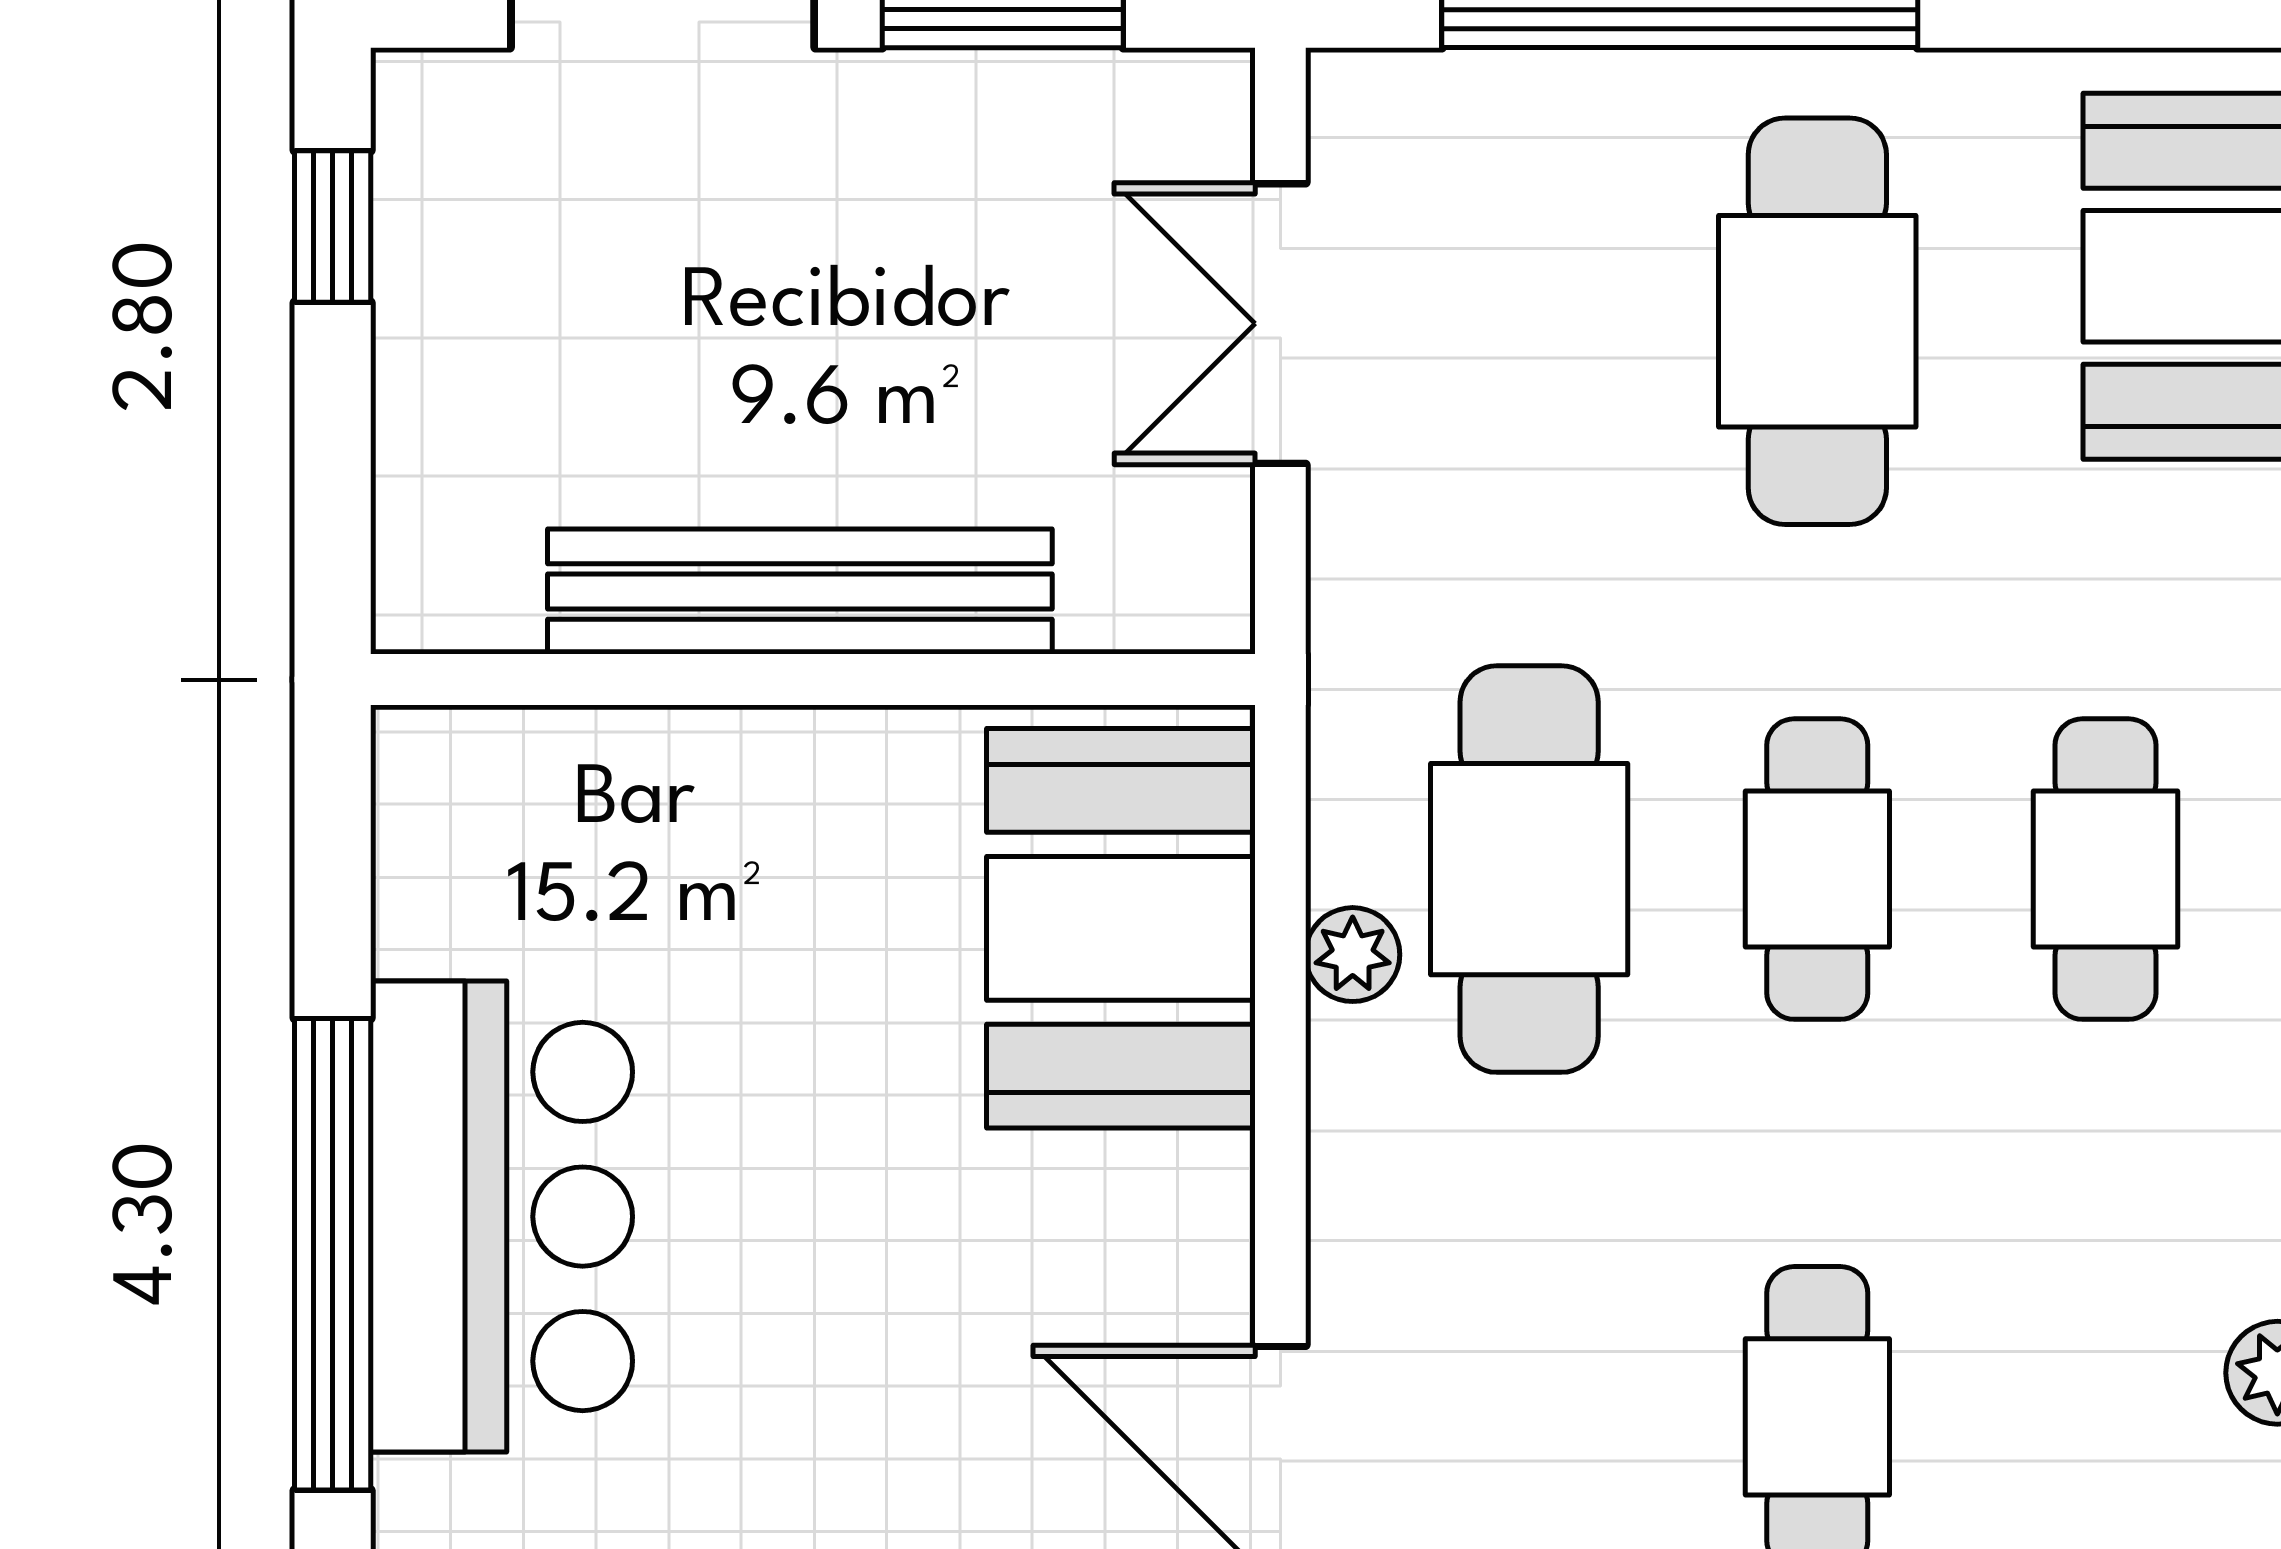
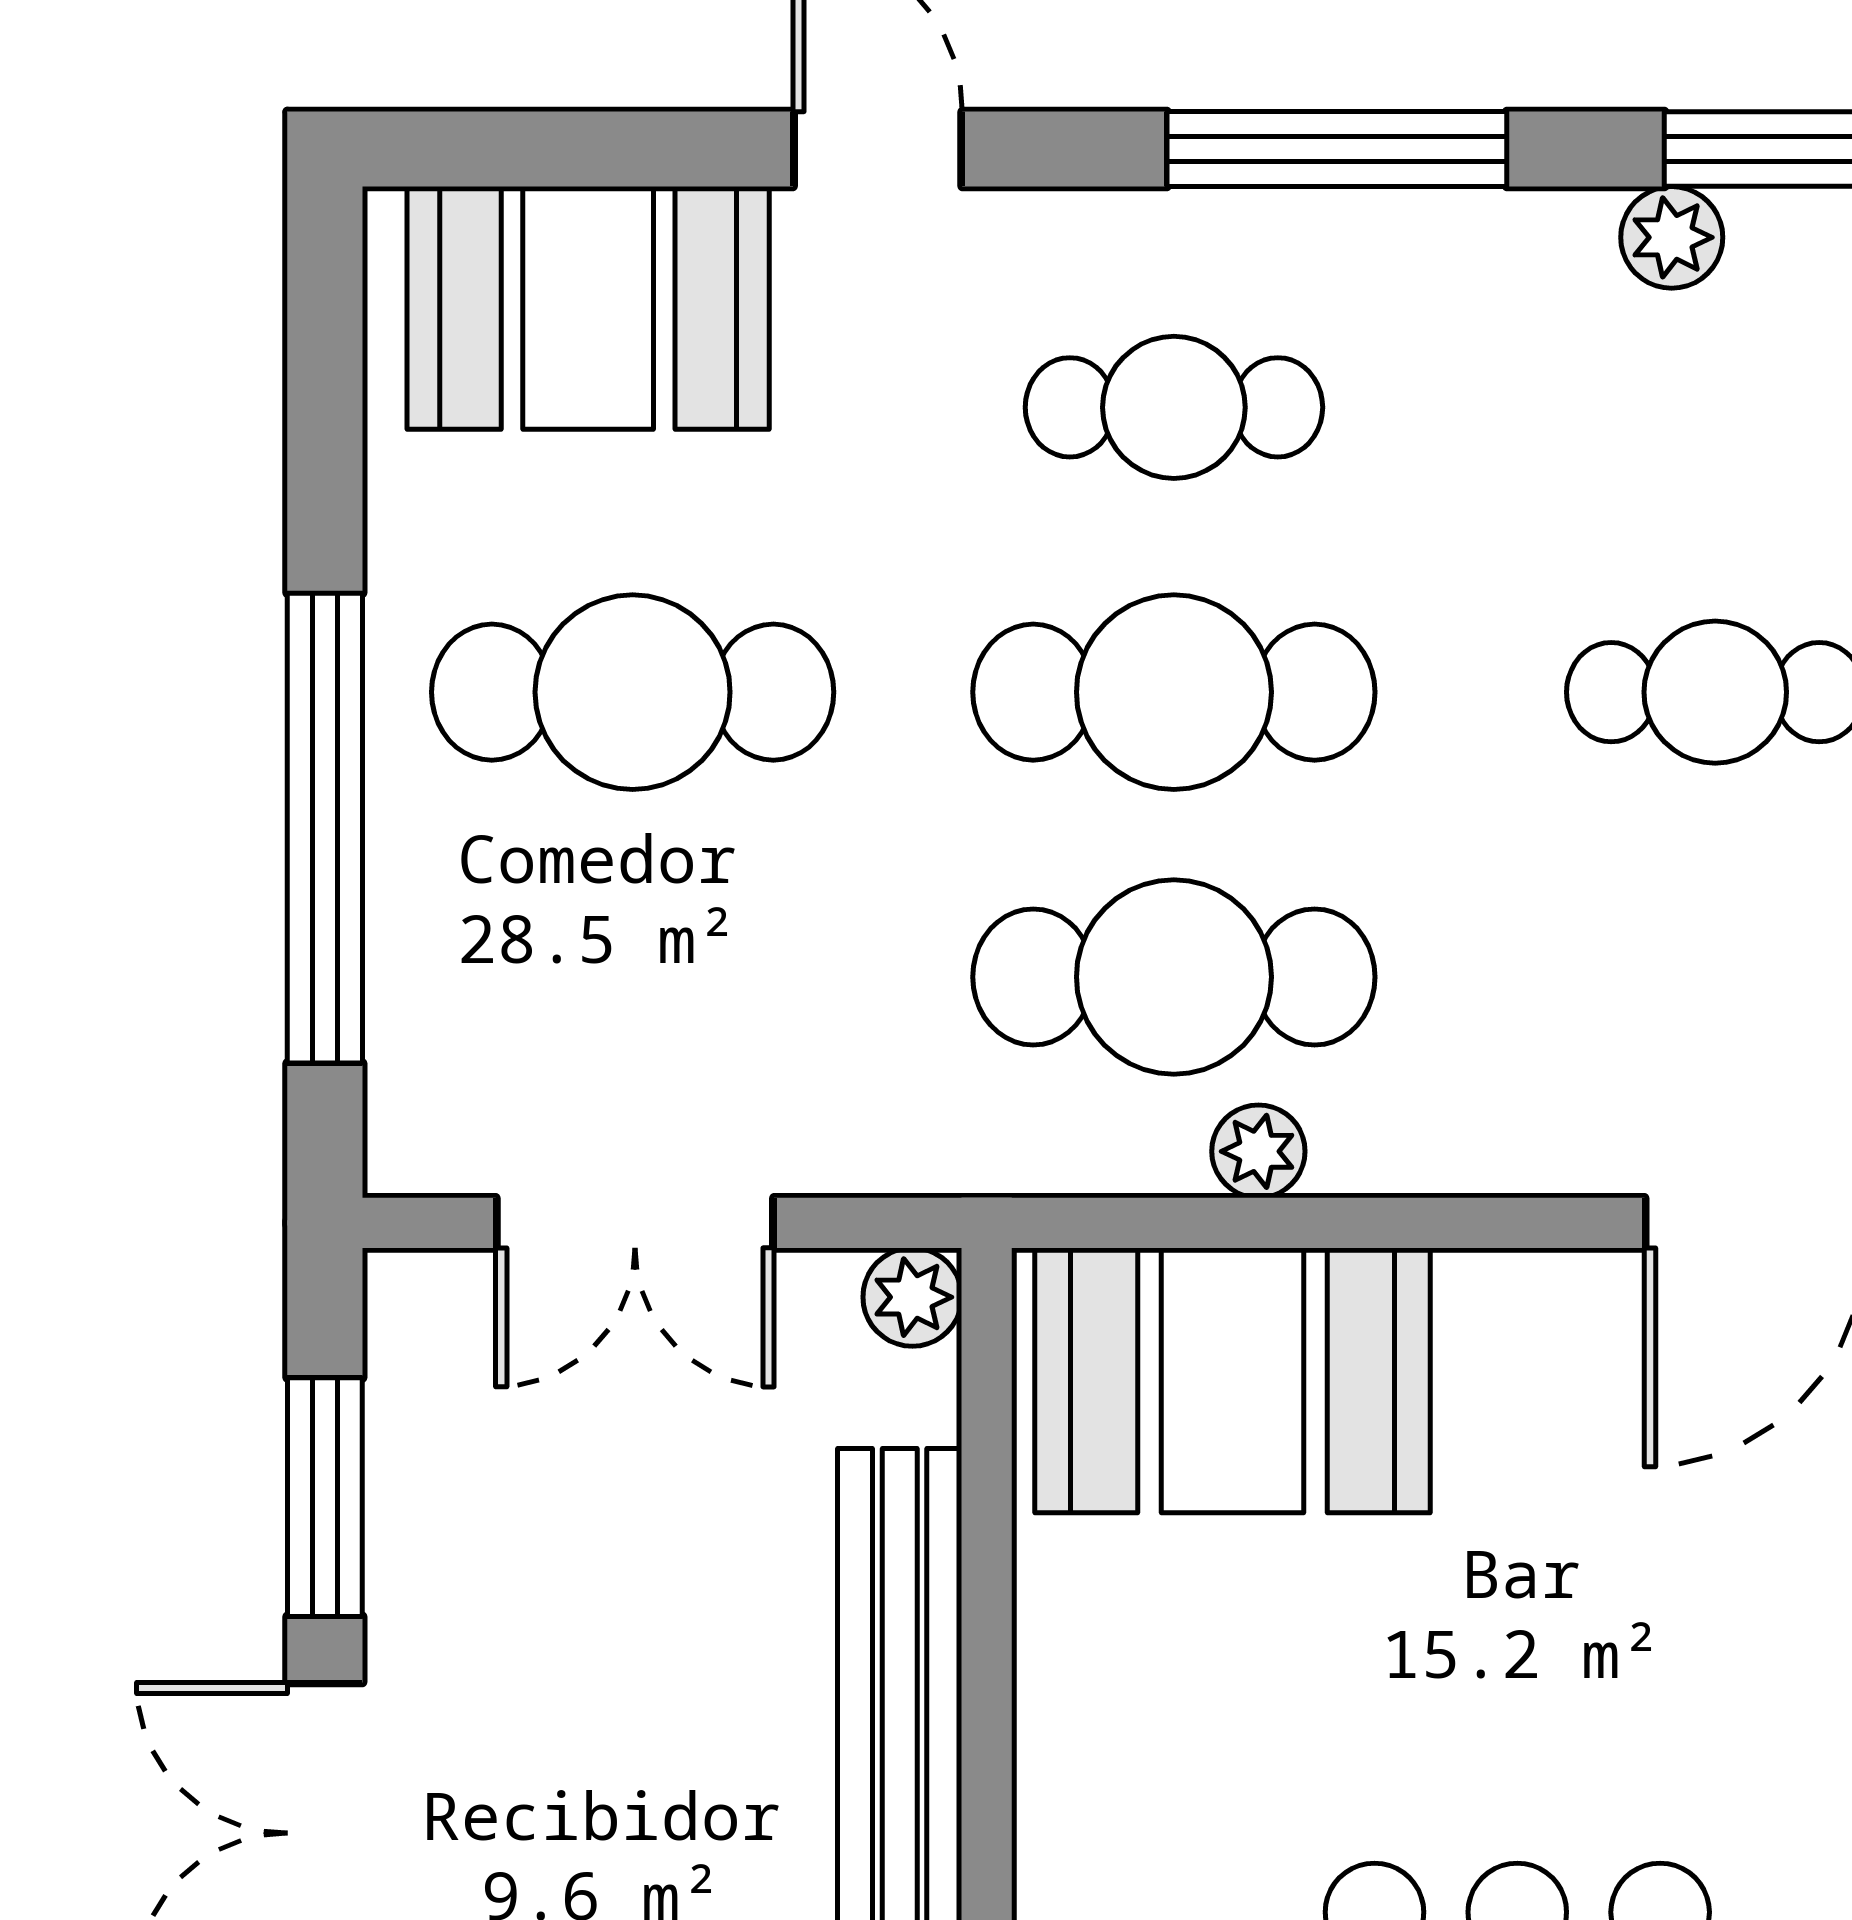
plant: (1205, 604) -> (912, 1297), added
cafe table: (1817, 869) -> (1174, 692), width x1.37, depth x1.35

